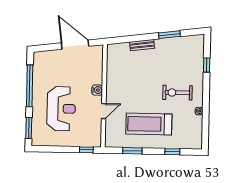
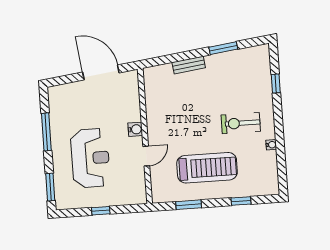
window: (30, 86) -> (46, 132), width x0.68
treadmill: (149, 124) -> (207, 168), turned 180
window: (86, 150) -> (101, 211), moved

